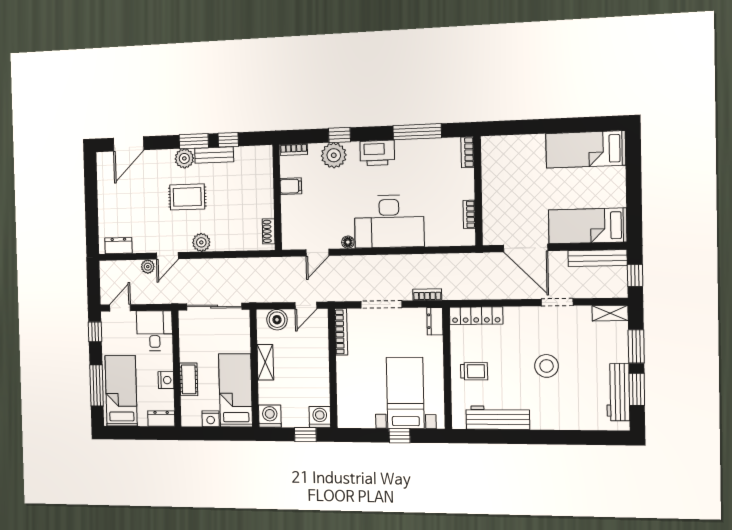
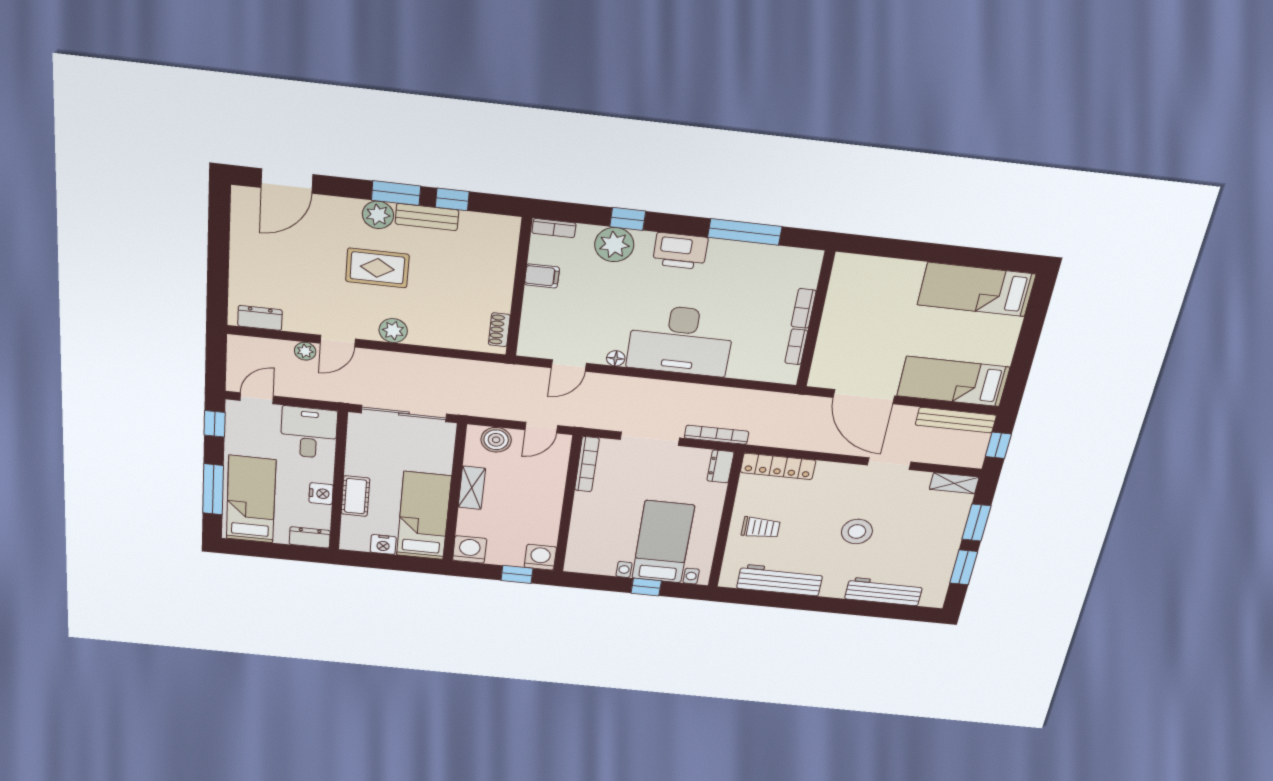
bookcase: (467, 152) -> (804, 308), moved
bookcase: (427, 295) -> (717, 435), width x1.56
workbench: (618, 392) -> (884, 592), moved, turned 90

